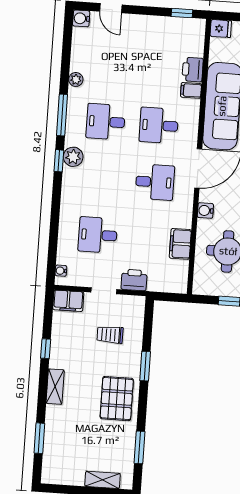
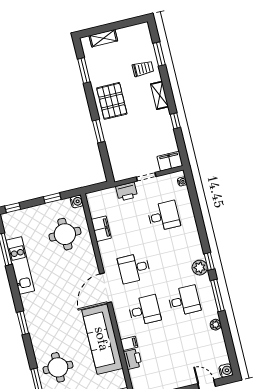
water cooler: (205, 211) -> (77, 202), moved
trolley: (110, 335) -> (143, 69), moved

